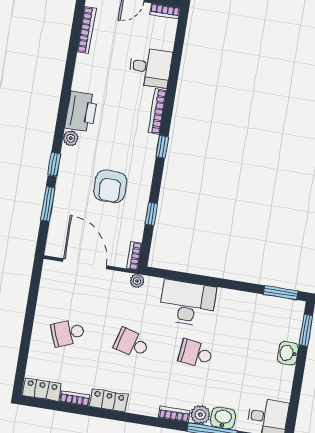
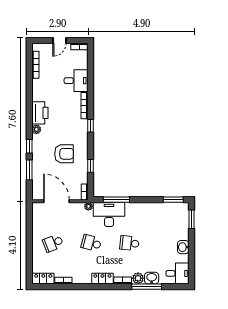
armchair: (110, 186) -> (64, 154), turned -90
window: (185, 277) -> (116, 200), added
desk: (187, 303) -> (109, 214), moved
washbasin: (288, 353) -> (183, 247), moved
locker: (109, 400) -> (102, 279), moved

